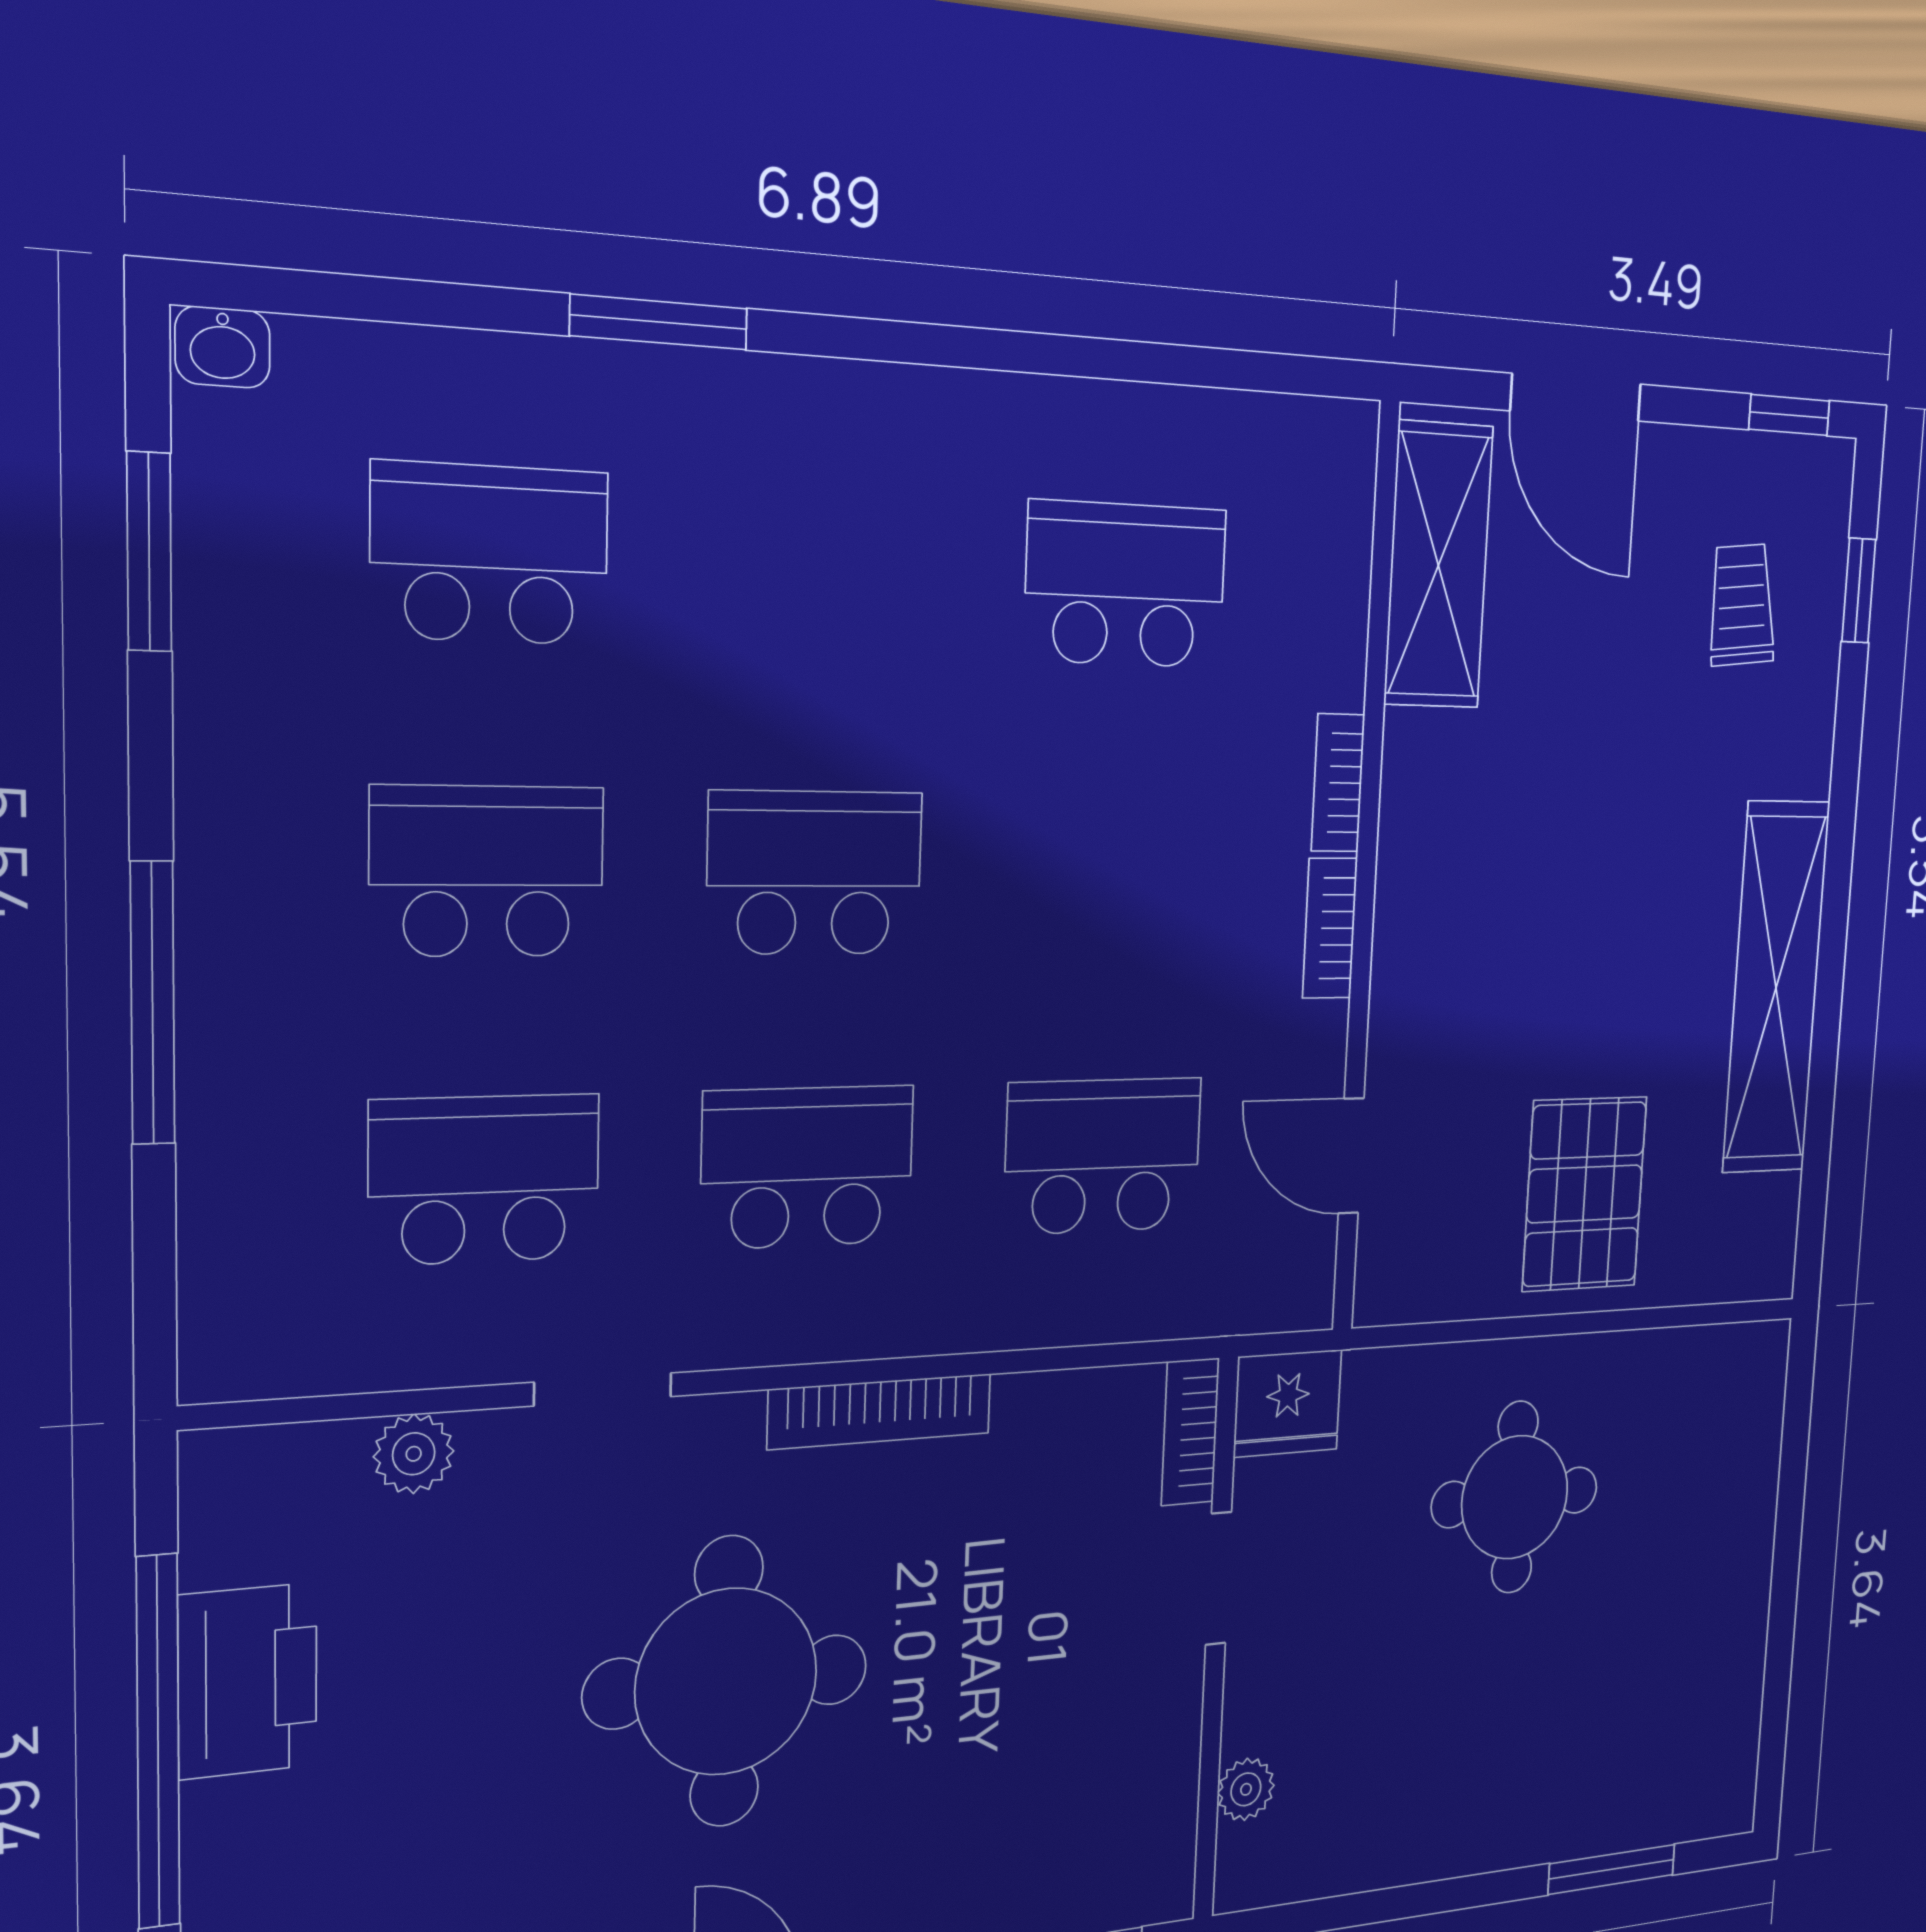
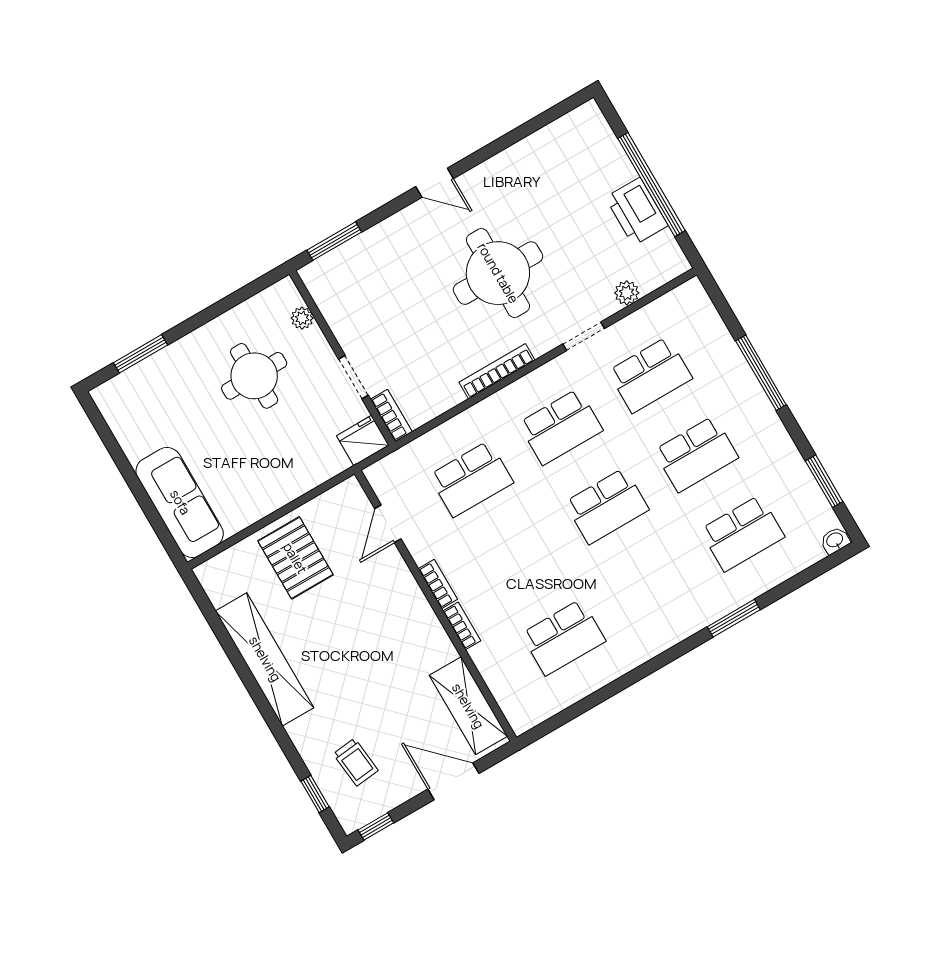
door: (1351, 1156) -> (388, 524), swing flipped
sofa: (1729, 1471) -> (180, 502), added
round table: (1515, 1497) -> (254, 376), moved

